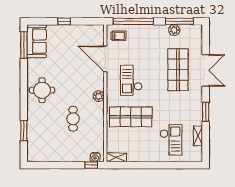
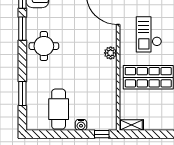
window: (24, 75) -> (22, 29), added
cafe table: (73, 119) -> (59, 109), moved, width x1.37, depth x1.35
water cooler: (95, 157) -> (81, 125), moved

